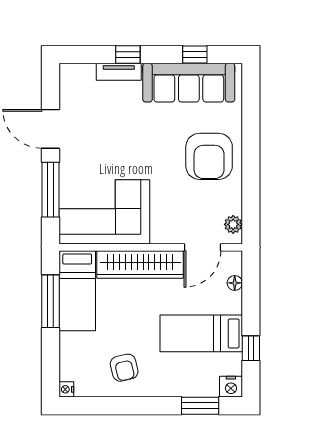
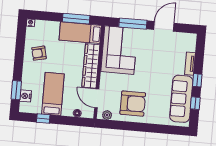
window: (128, 55) -> (197, 80), moved
armchair: (209, 156) -> (133, 104), moved, turned 180
nightstand: (231, 387) -> (26, 96), moved

